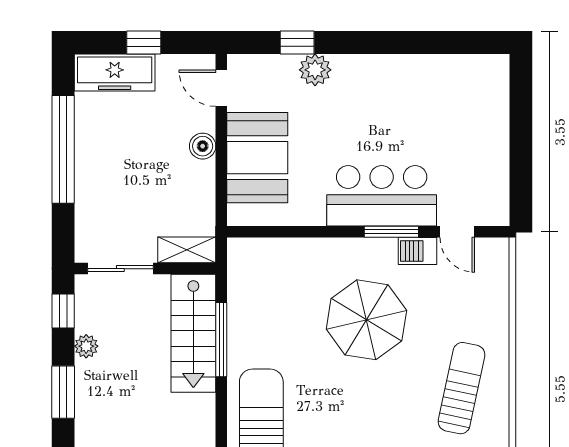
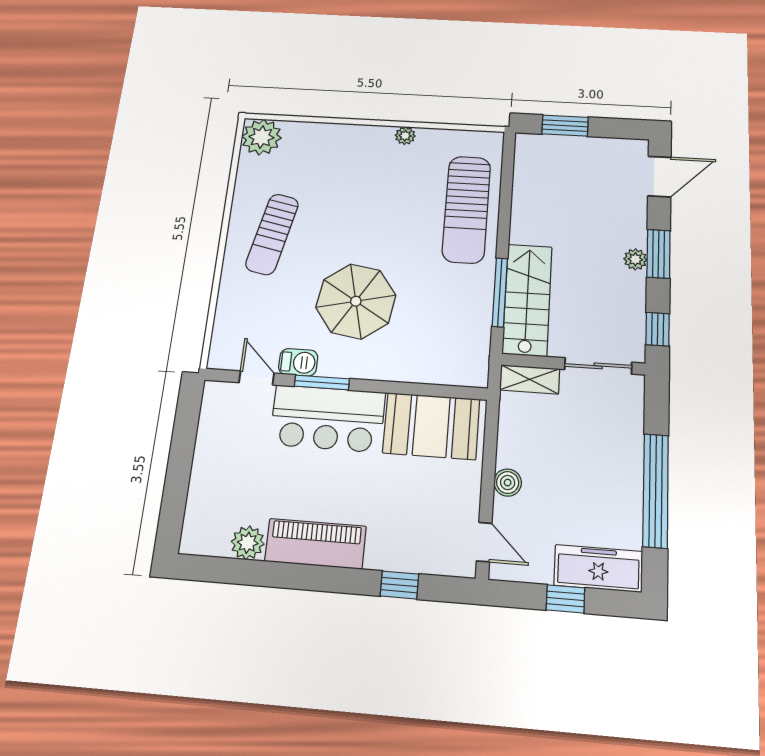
plant: (315, 70) -> (248, 543), moved
piano: (380, 74) -> (316, 544), added
booth: (257, 158) -> (431, 426), moved, turned 90
plant: (86, 346) -> (635, 259), moved

